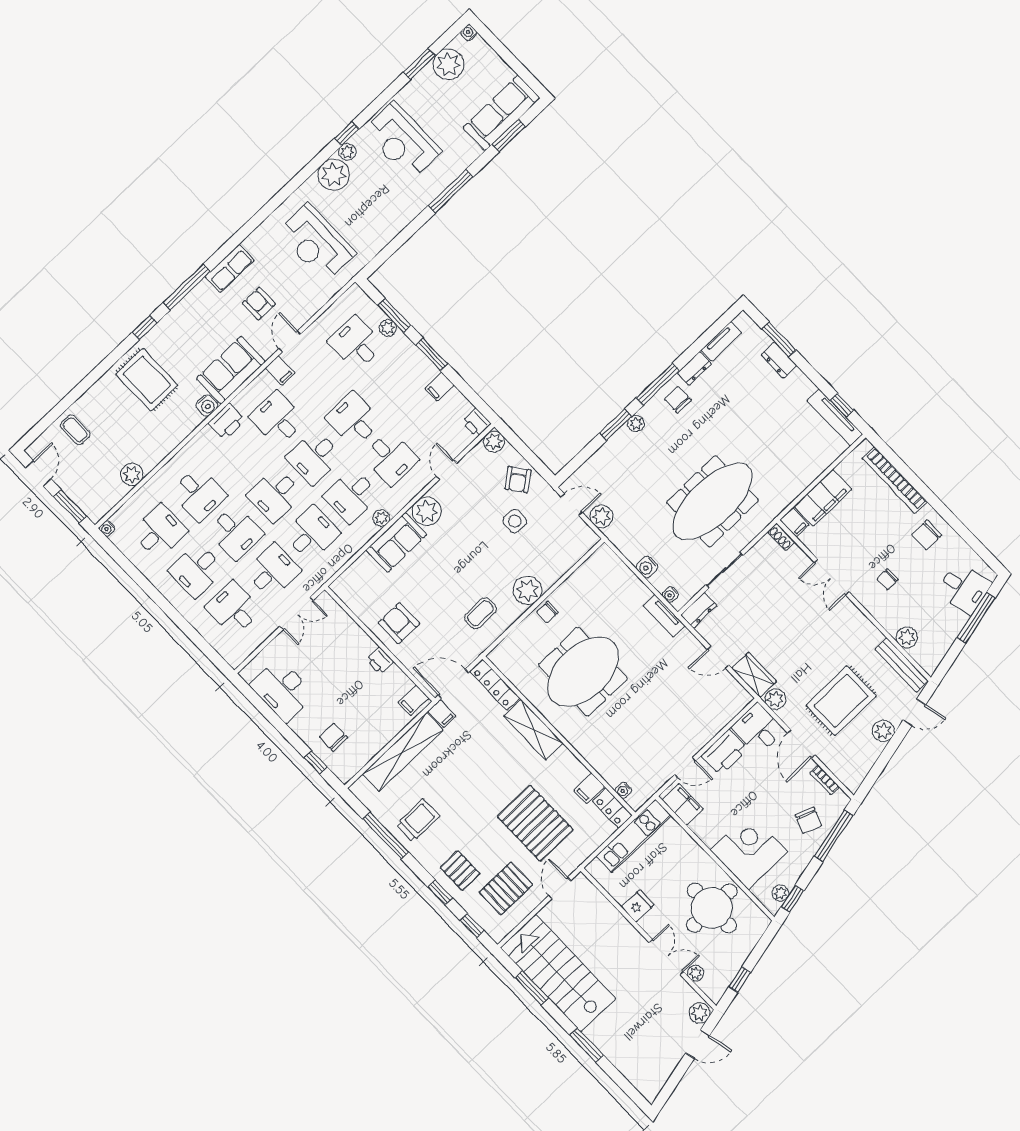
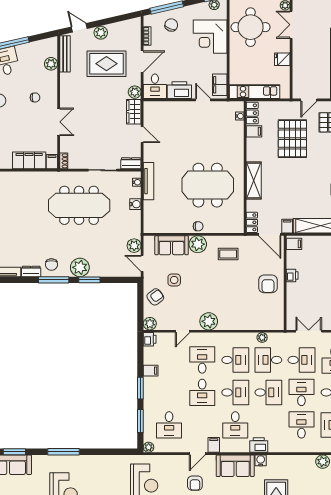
plant: (388, 328) -> (149, 447), moved
plant: (636, 424) -> (80, 267), width x1.88, depth x1.88
plant: (381, 518) -> (262, 337), moved
sofa: (396, 542) -> (172, 245), moved, turned 180
desk: (273, 571) -> (301, 360), turned 180
tv unit: (664, 616) -> (149, 181), width x1.41
locker: (495, 685) -> (252, 222), width x0.66

